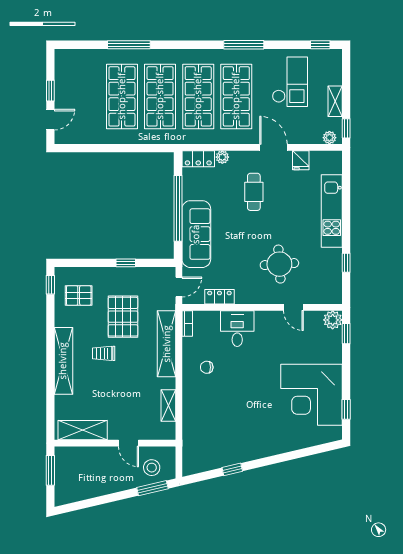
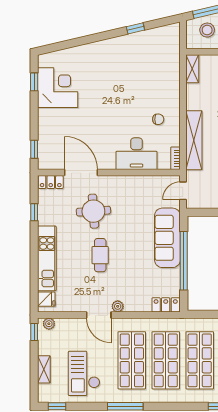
shelving: (335, 101) -> (44, 369), moved
plant: (222, 157) -> (118, 306), moved
fridge: (301, 160) -> (46, 299), moved, turned 90
cafe table: (254, 192) -> (100, 255), moved
locker: (219, 297) -> (51, 182), moved
door: (293, 307) -> (81, 173), width x1.88
plant: (333, 320) -> (46, 161), removed
desk: (237, 329) -> (137, 154), width x1.37
corner desk: (311, 395) -> (58, 88), width x0.74, depth x0.74
shelving: (168, 406) -> (192, 69), moved

